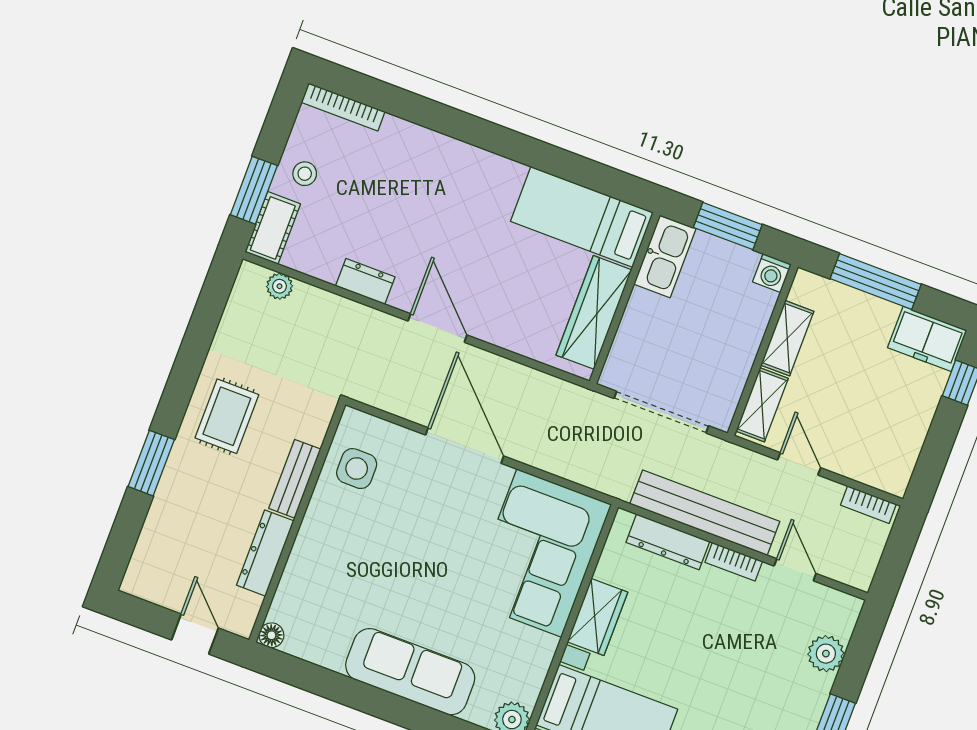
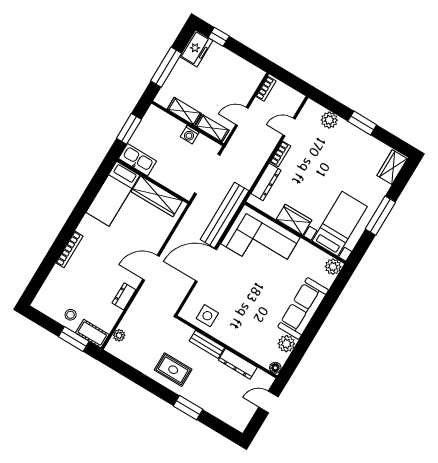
bookcase: (343, 107) -> (69, 249), moved
washing machine: (772, 273) -> (190, 135), moved, turned 90
bench: (705, 513) -> (225, 215), moved
plant: (328, 650) -> (286, 344), added

